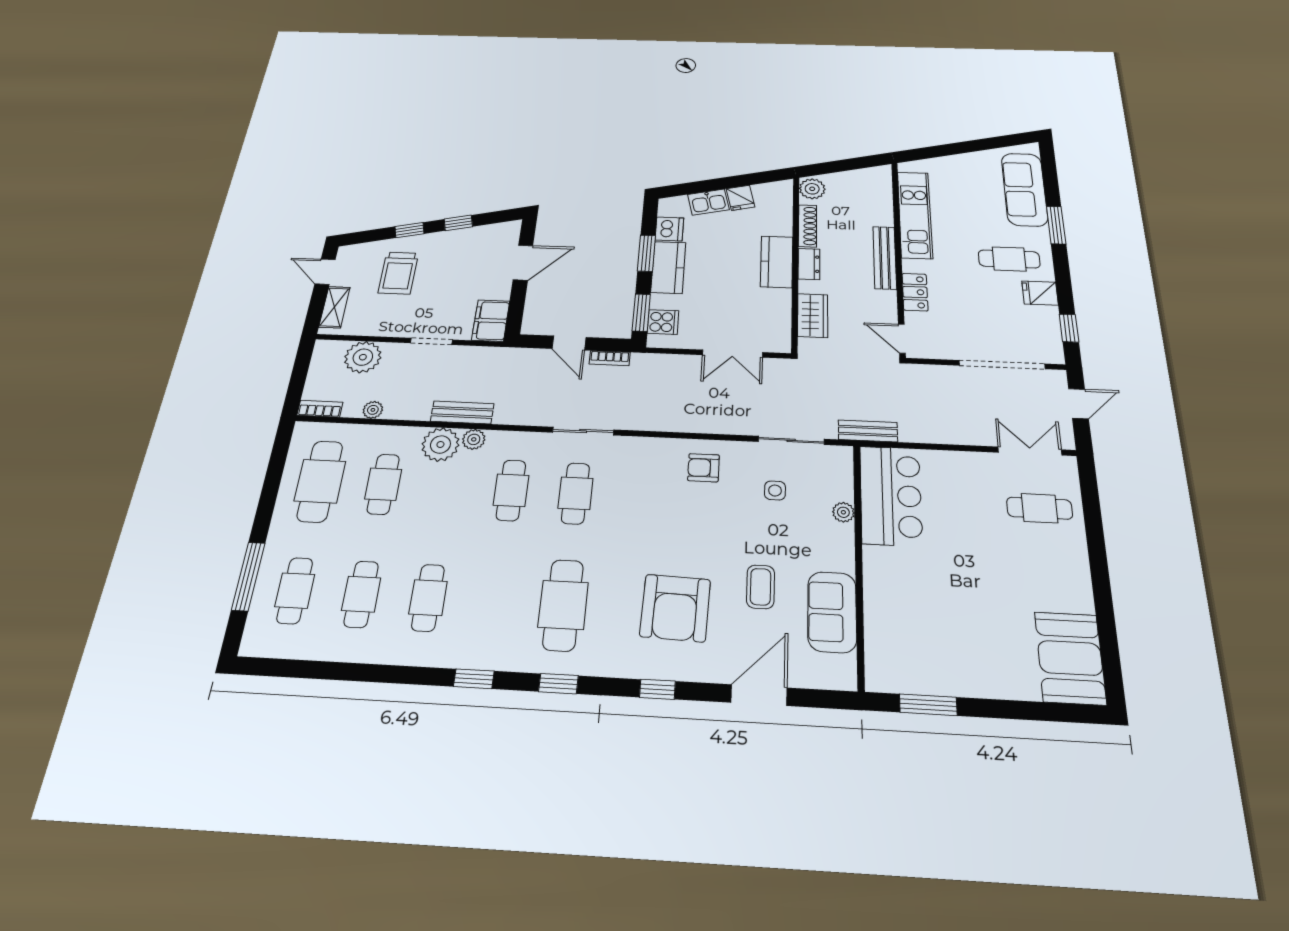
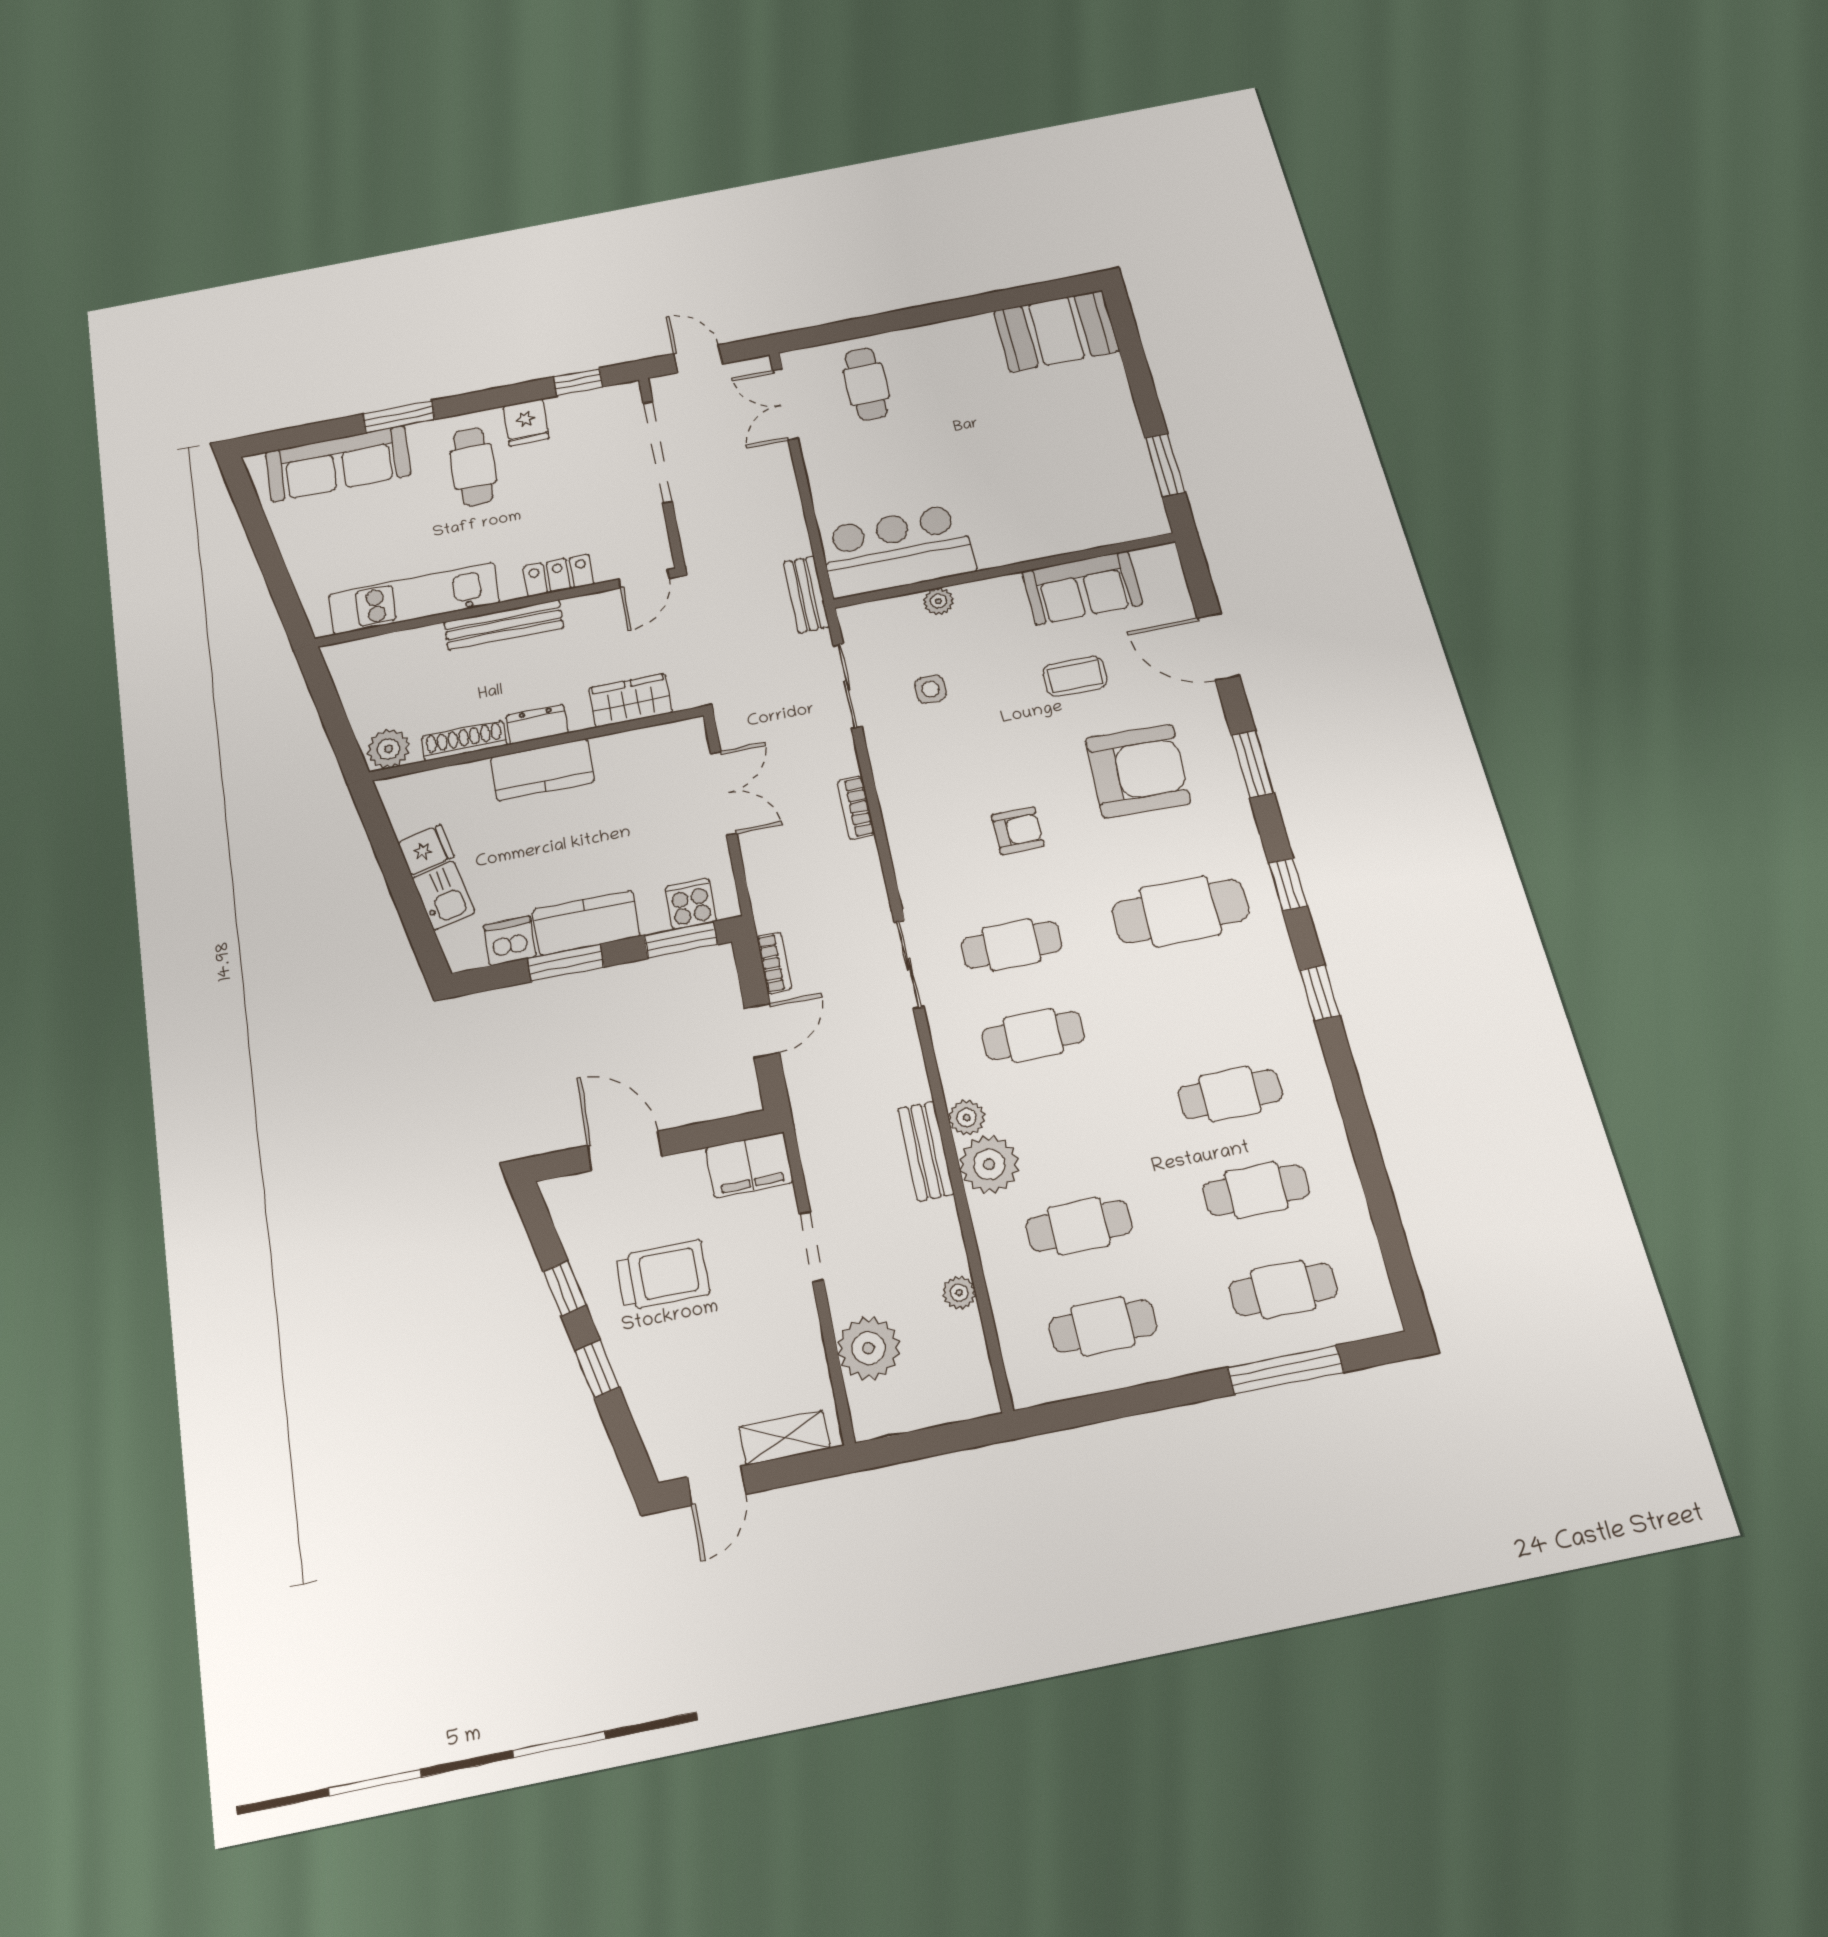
trolley: (398, 273) -> (663, 1275), moved
bookcase: (320, 409) -> (856, 808), moved
armchair: (703, 468) -> (1018, 831), moved, turned -90
cafe table: (320, 481) -> (1103, 1326), width x0.73, depth x0.74
window: (657, 689) -> (1253, 764), width x1.50

